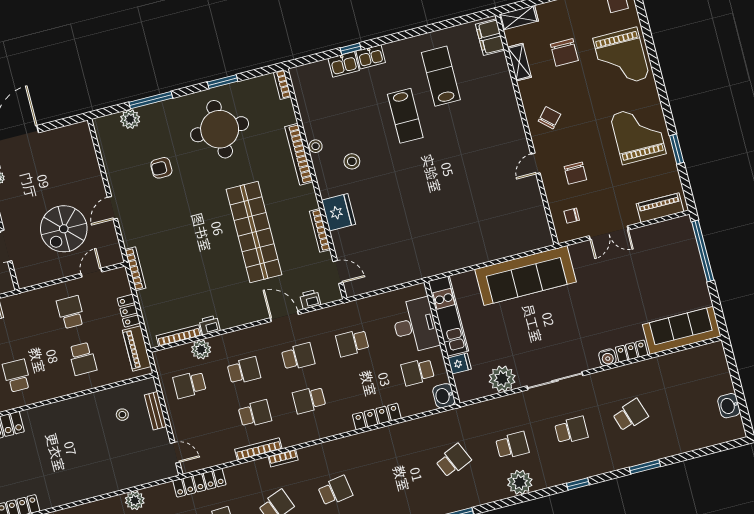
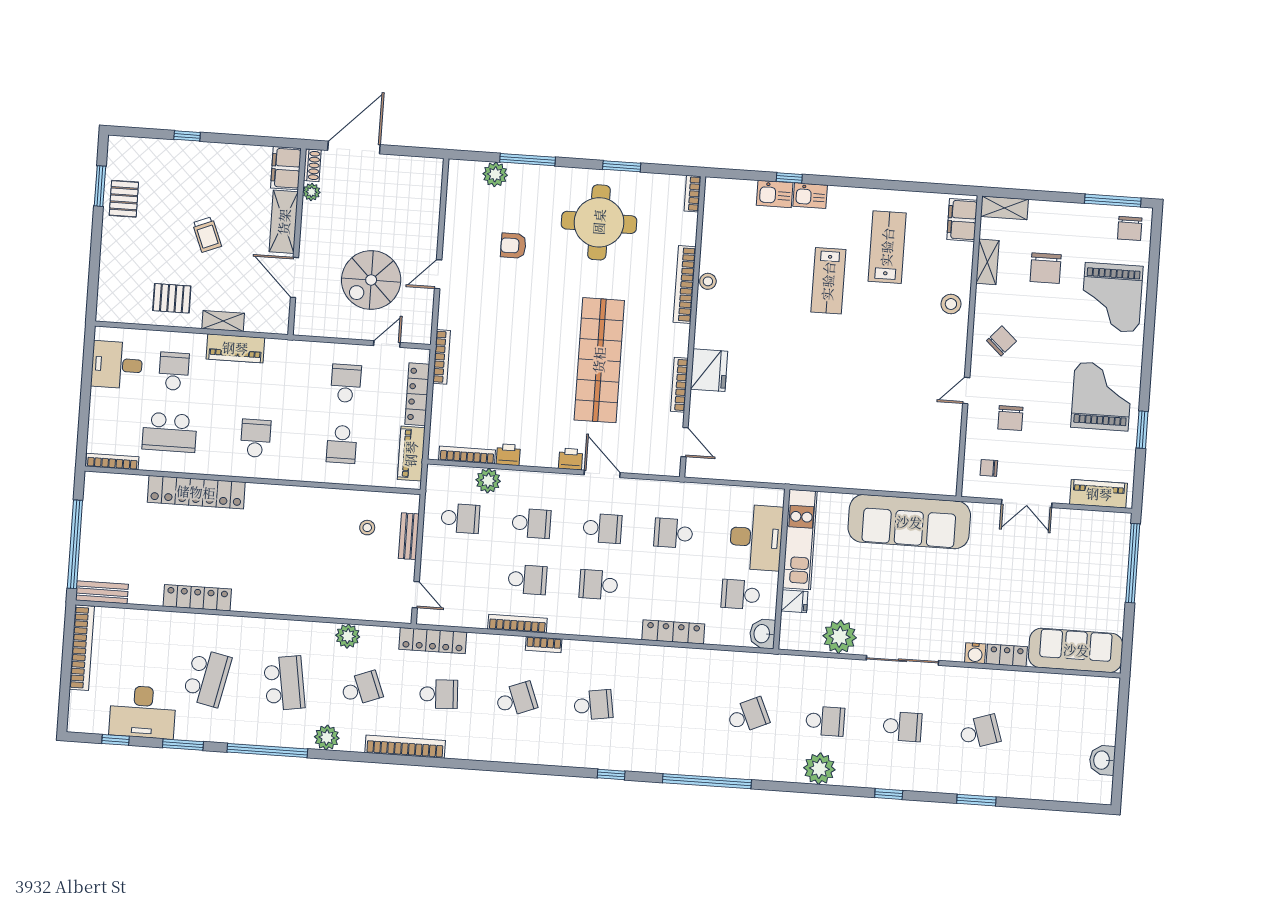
stool: (352, 161) -> (951, 304), moved
printer: (310, 299) -> (571, 459), moved
locker: (129, 311) -> (417, 394), width x1.53
school desk: (190, 385) -> (460, 518), turned 180

